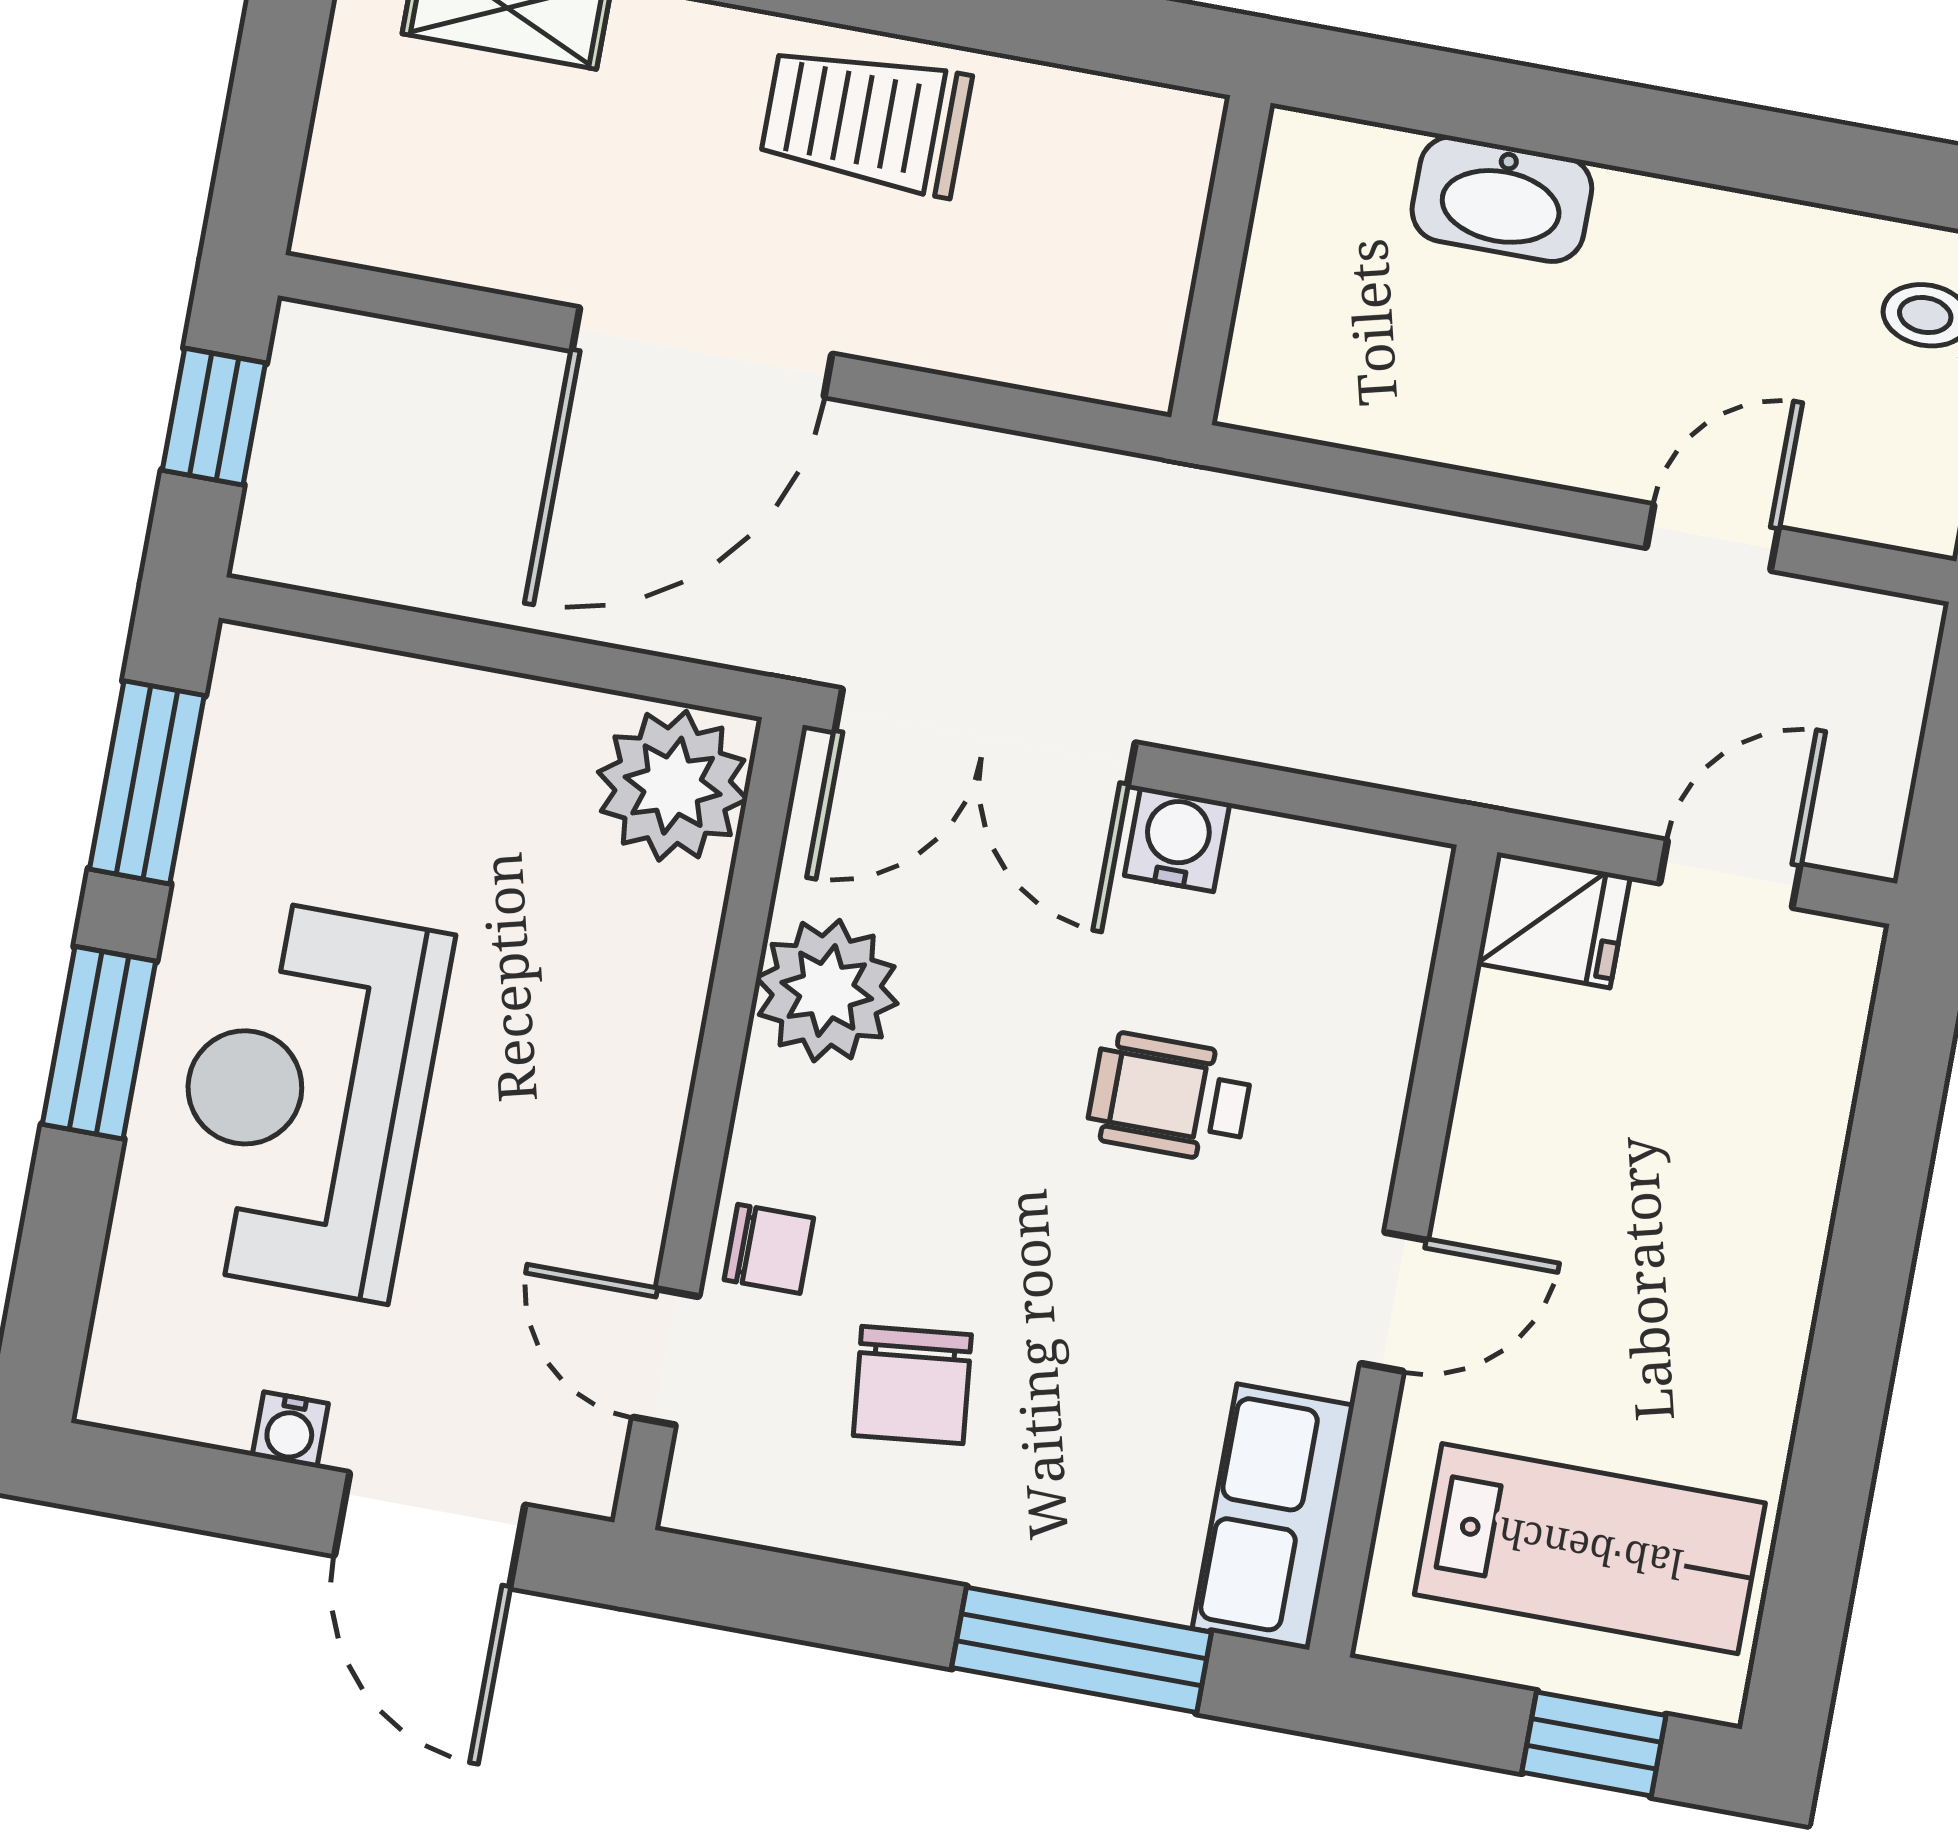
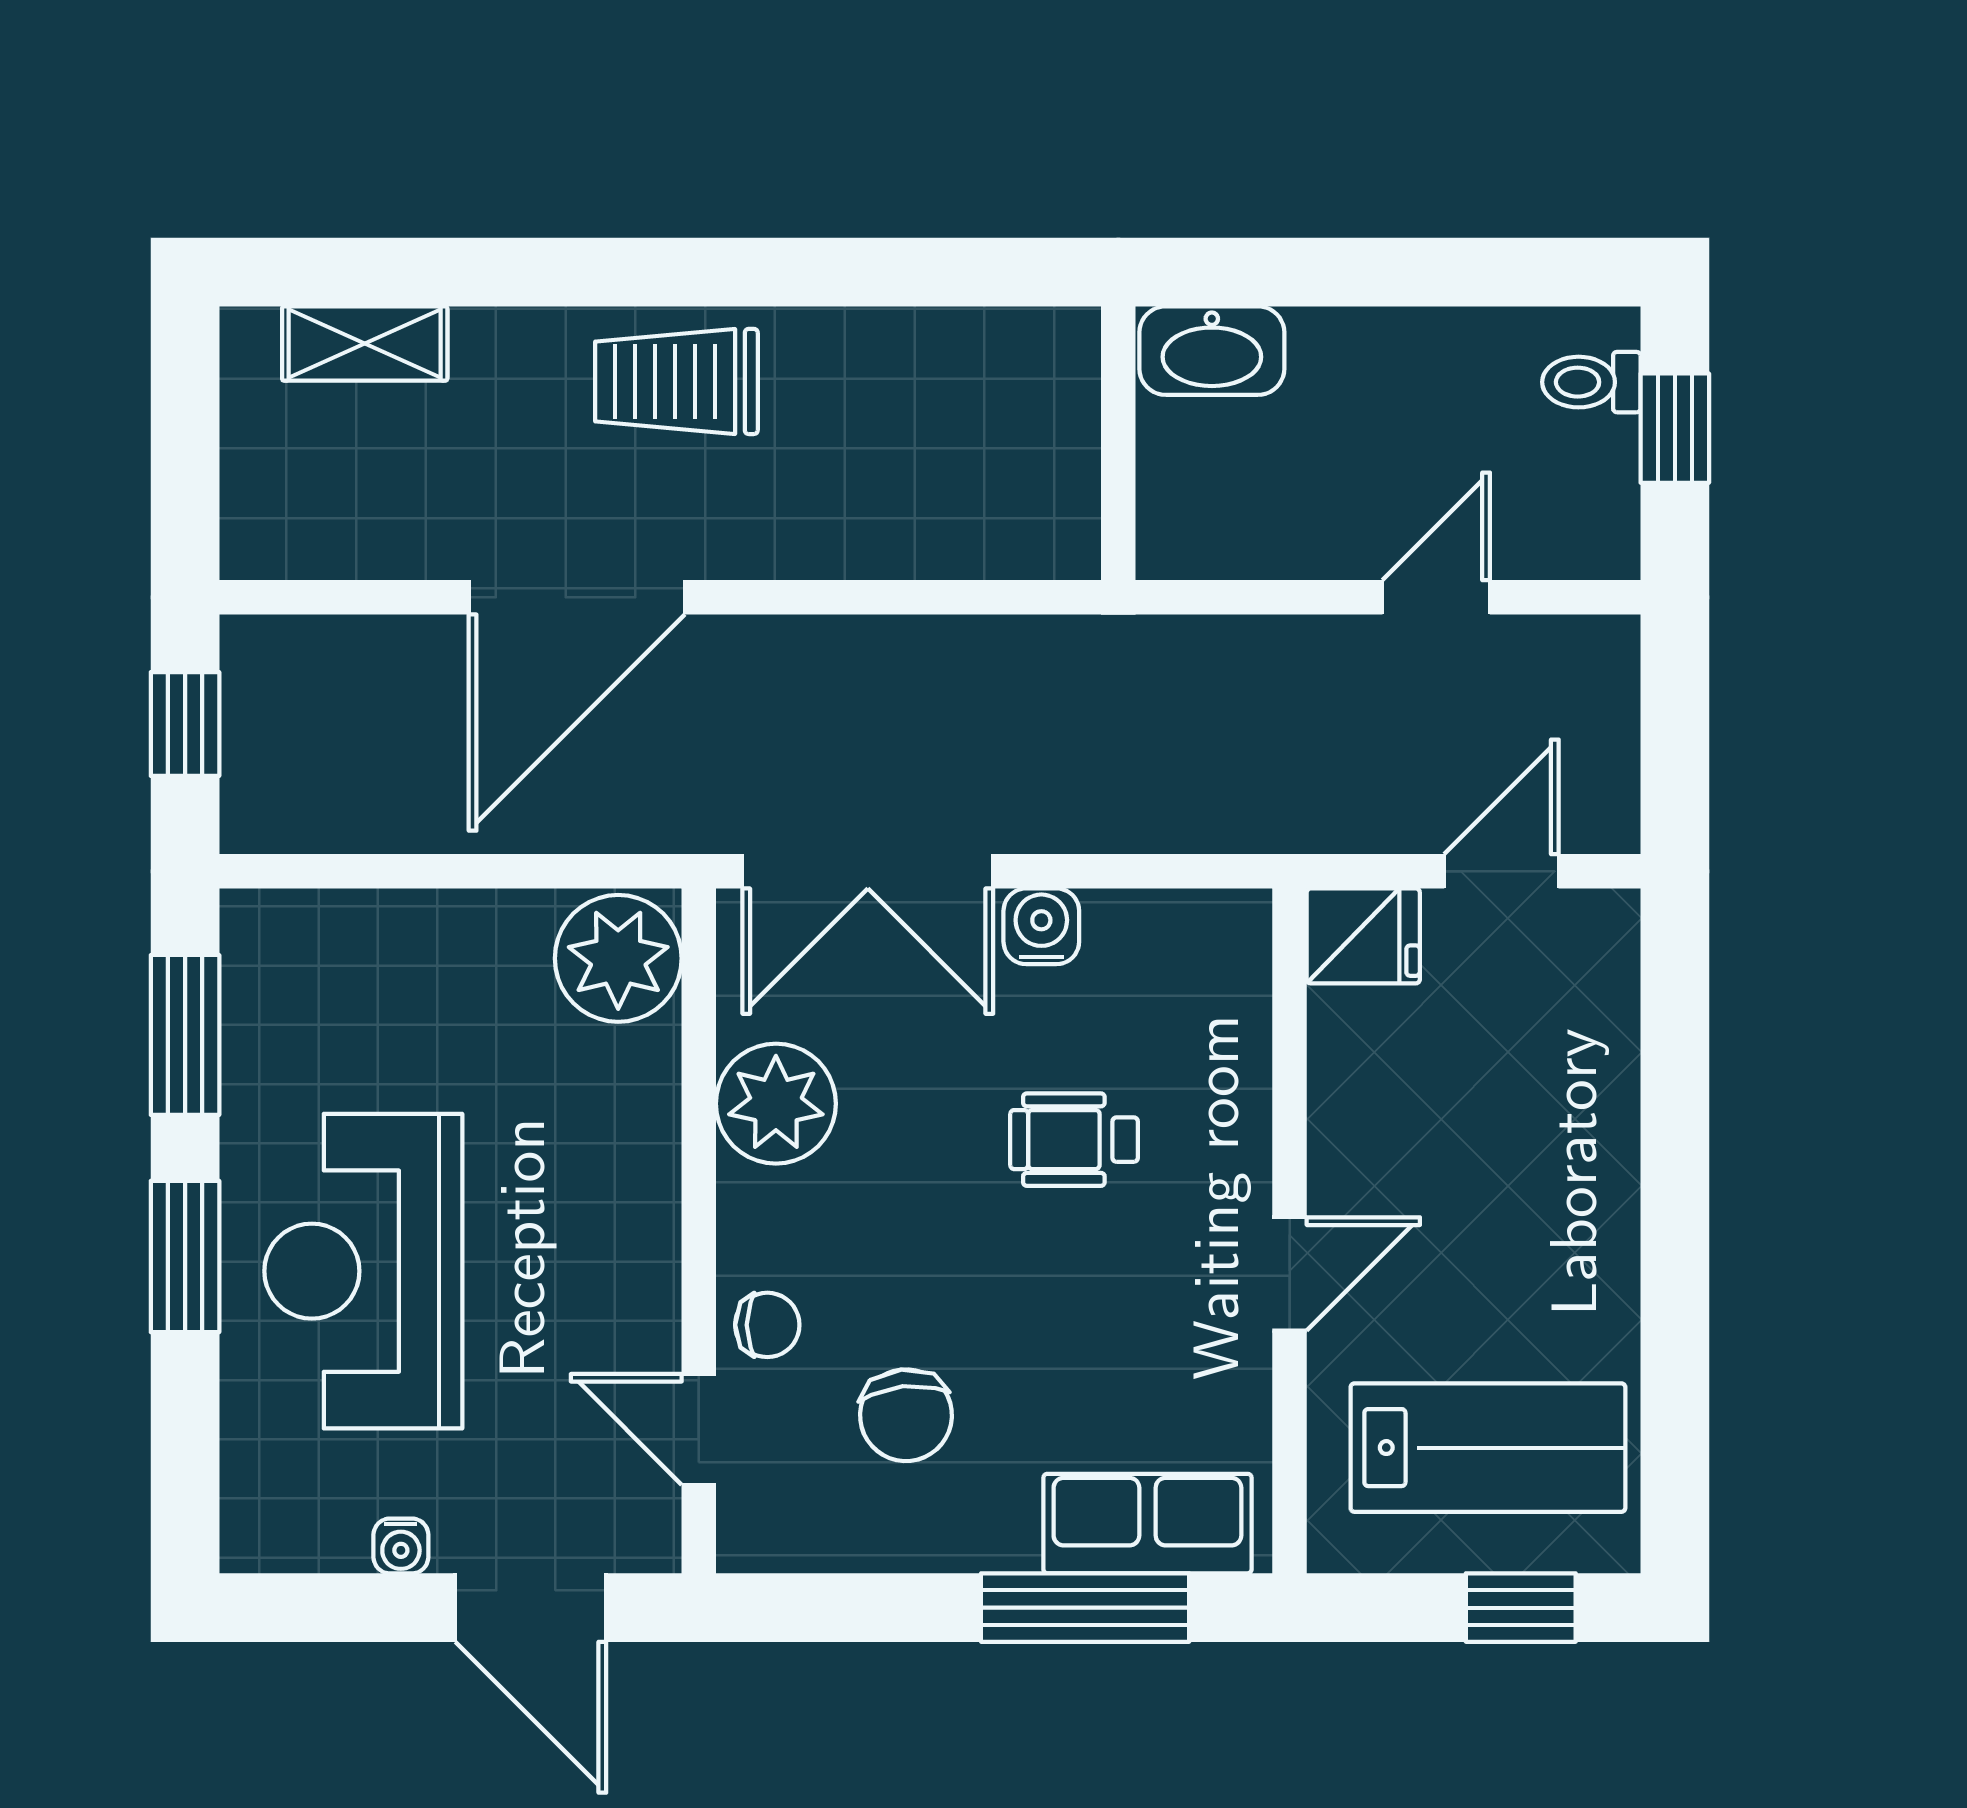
wall: (1221, 260) -> (1118, 443), moved
row of seats: (1273, 1517) -> (1147, 1524), moved, turned 90

